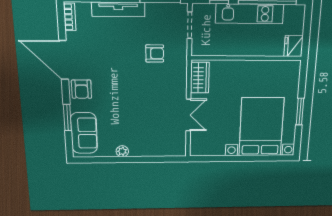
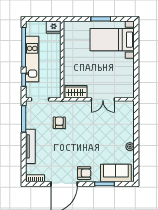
double door: (188, 115) -> (103, 99), swing flipped
bed with nightstands: (261, 127) -> (112, 40), width x0.73

